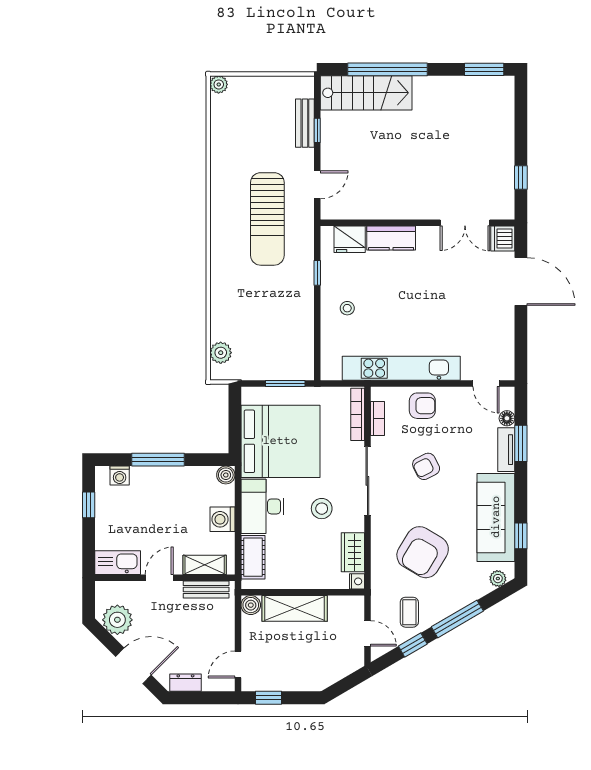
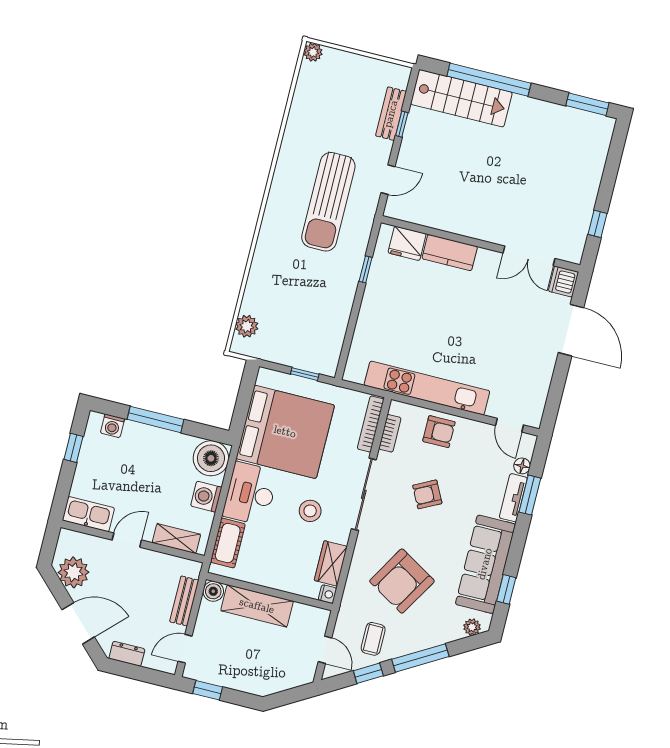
stool: (347, 308) -> (387, 313), removed
window: (285, 384) -> (305, 374), width x0.67
boiler: (226, 475) -> (211, 458), width x1.86, depth x1.86
bench: (206, 589) -> (184, 601), moved, turned 90

